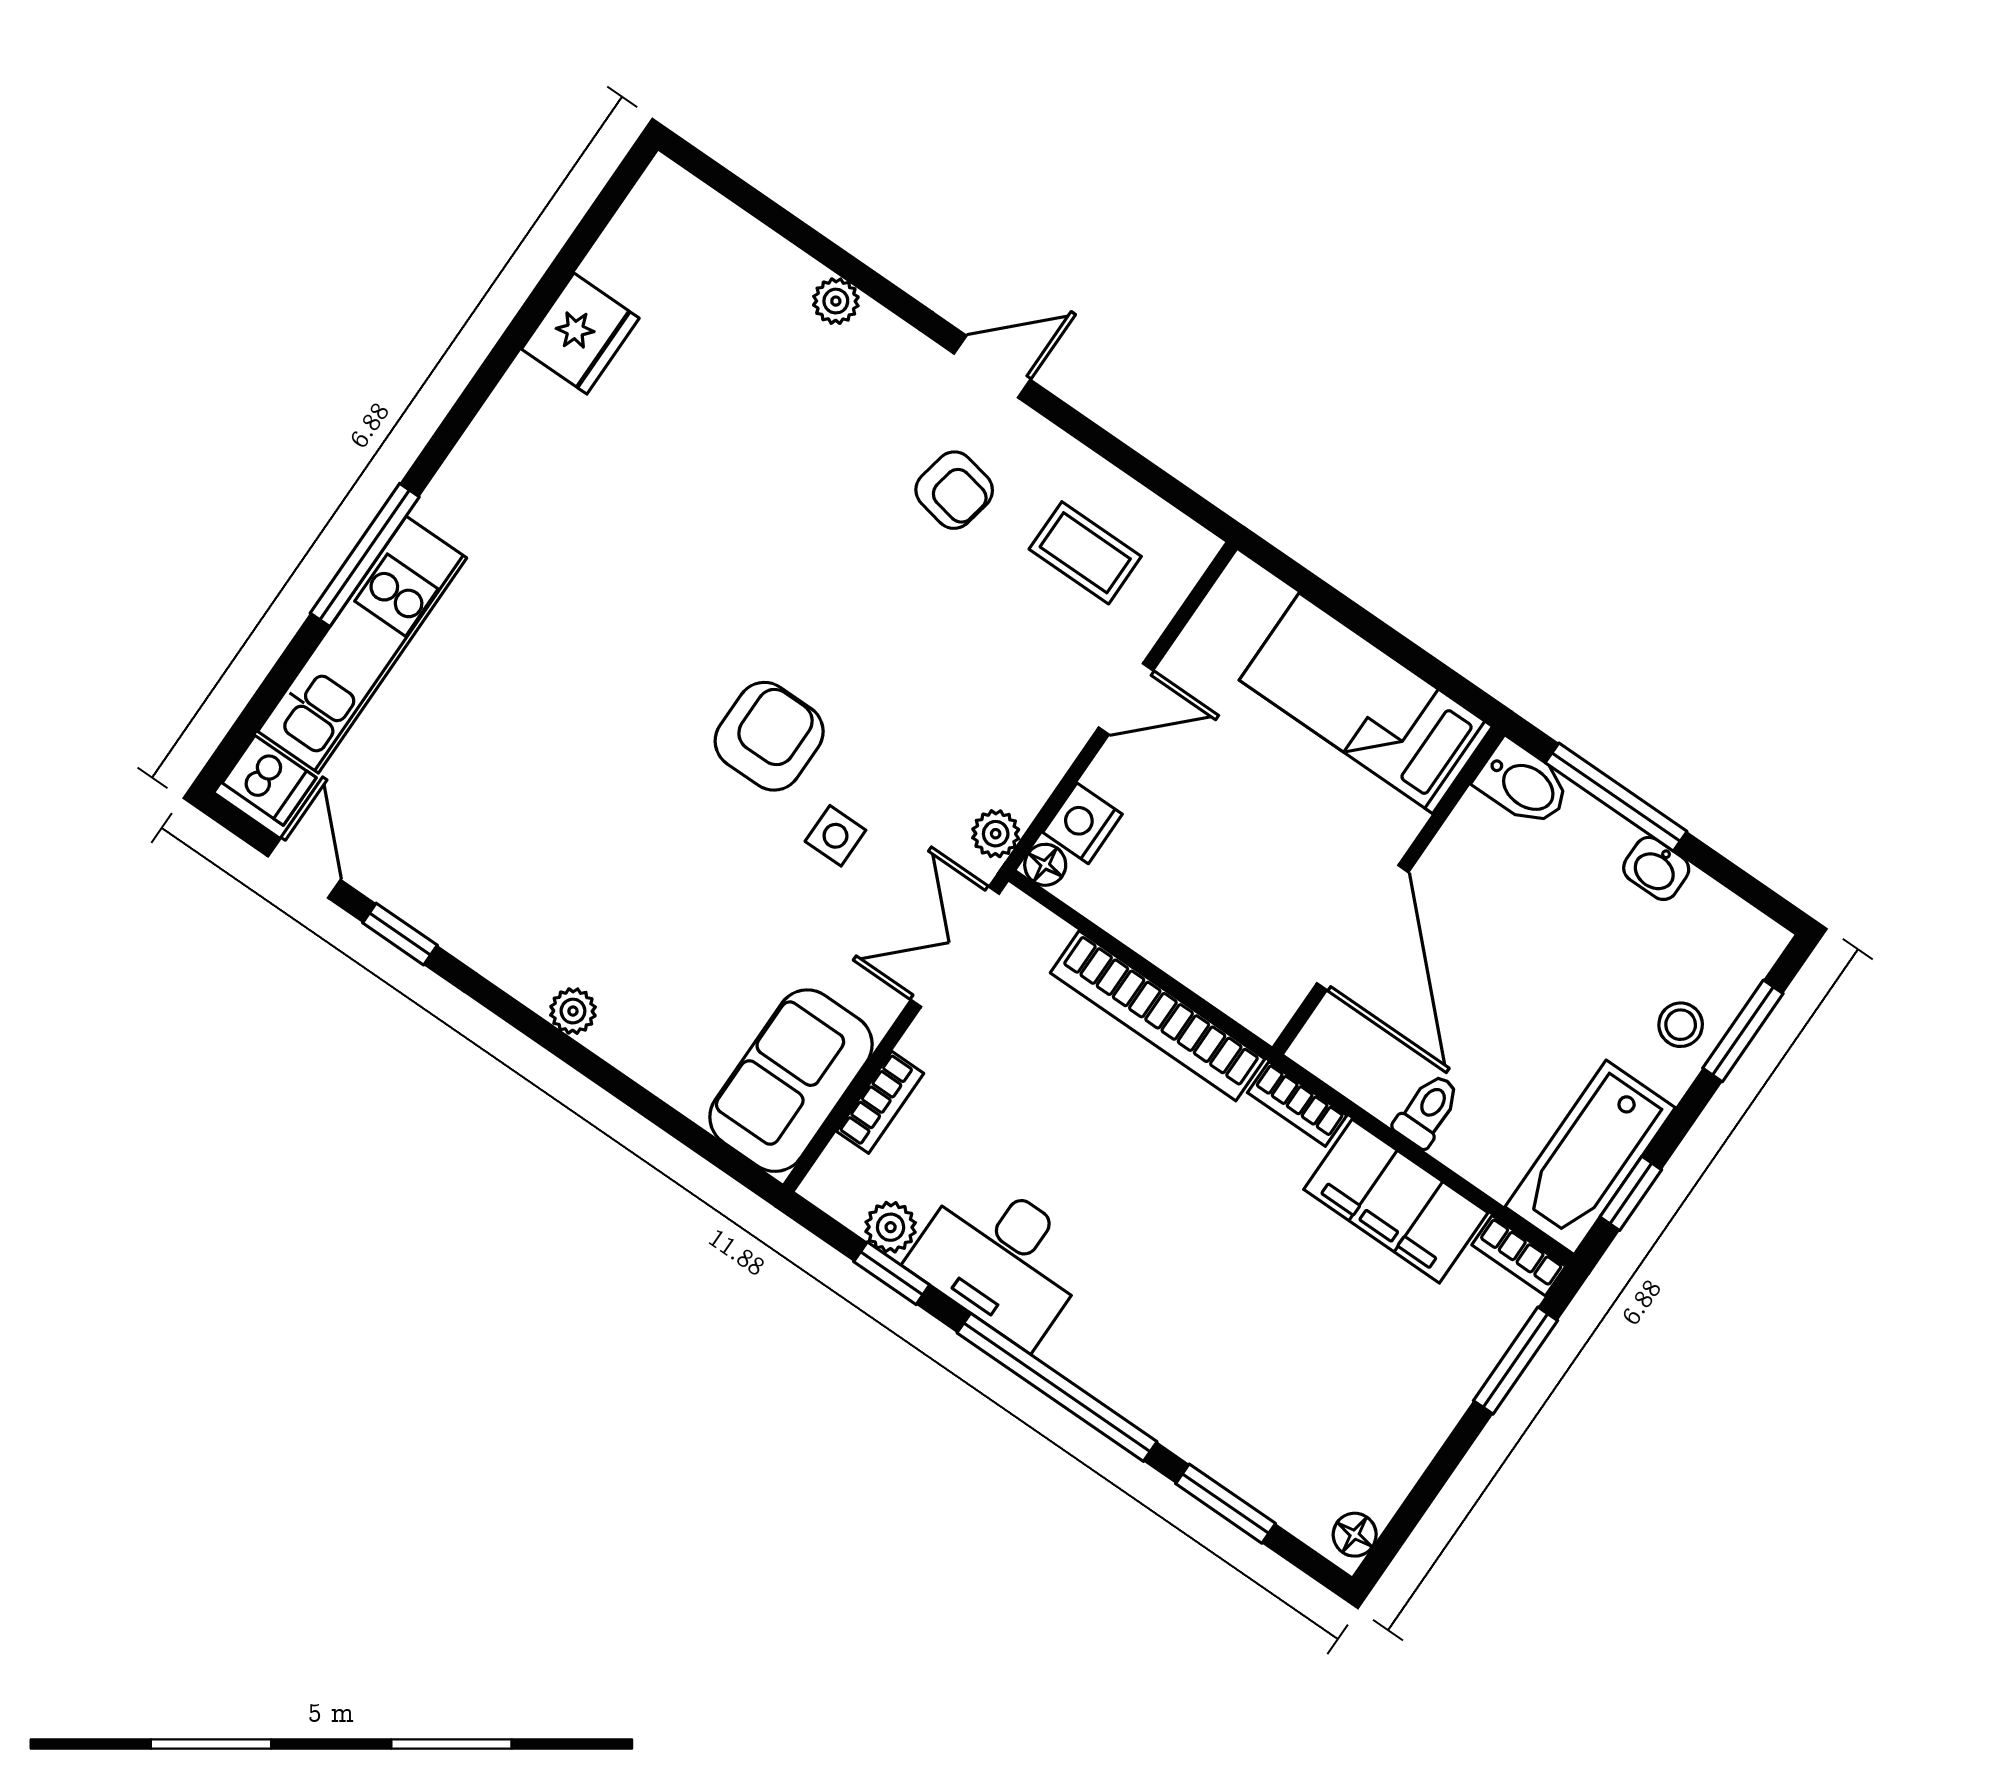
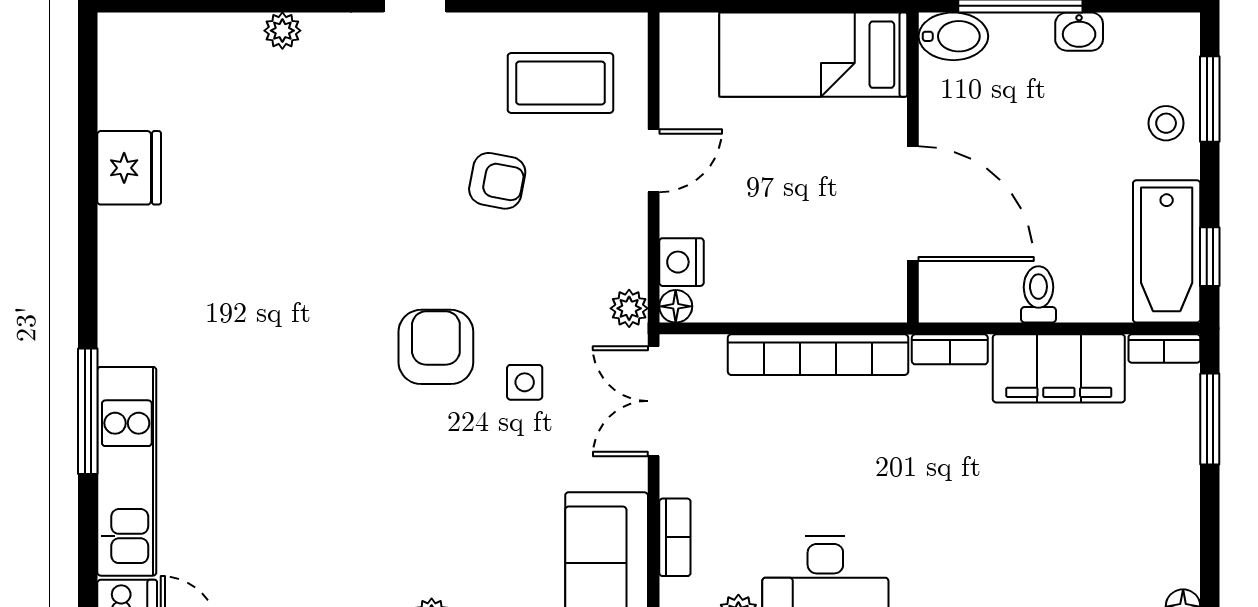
armchair: (954, 490) -> (497, 181), moved
coffee table: (1085, 553) -> (560, 83), width x1.36, depth x1.30

